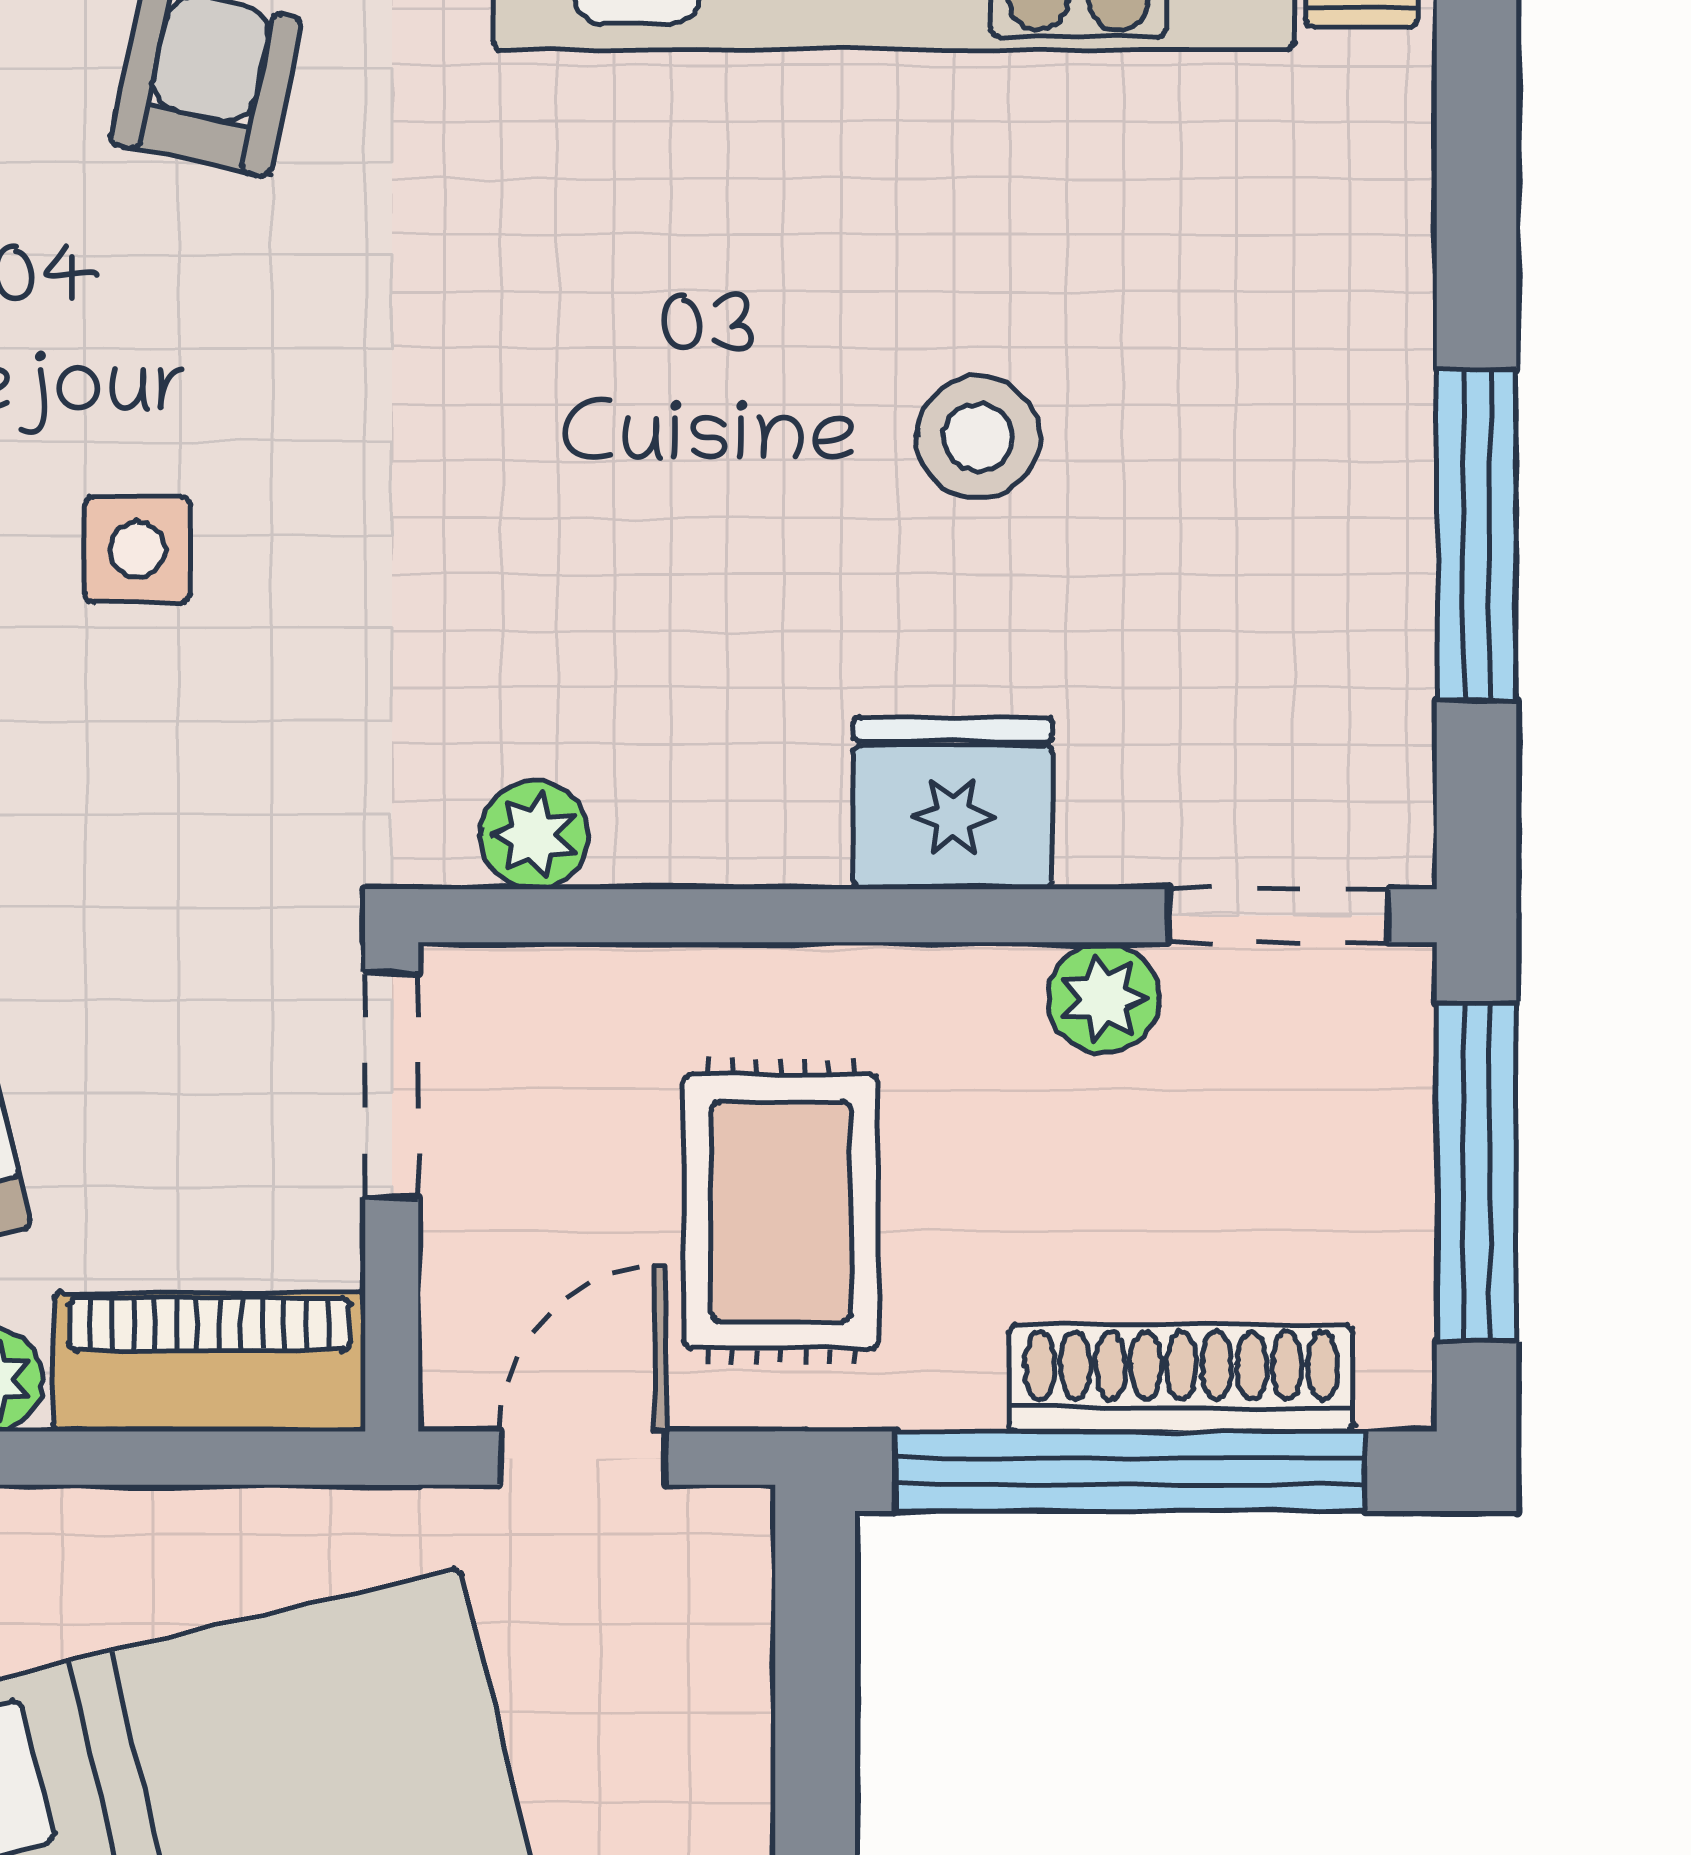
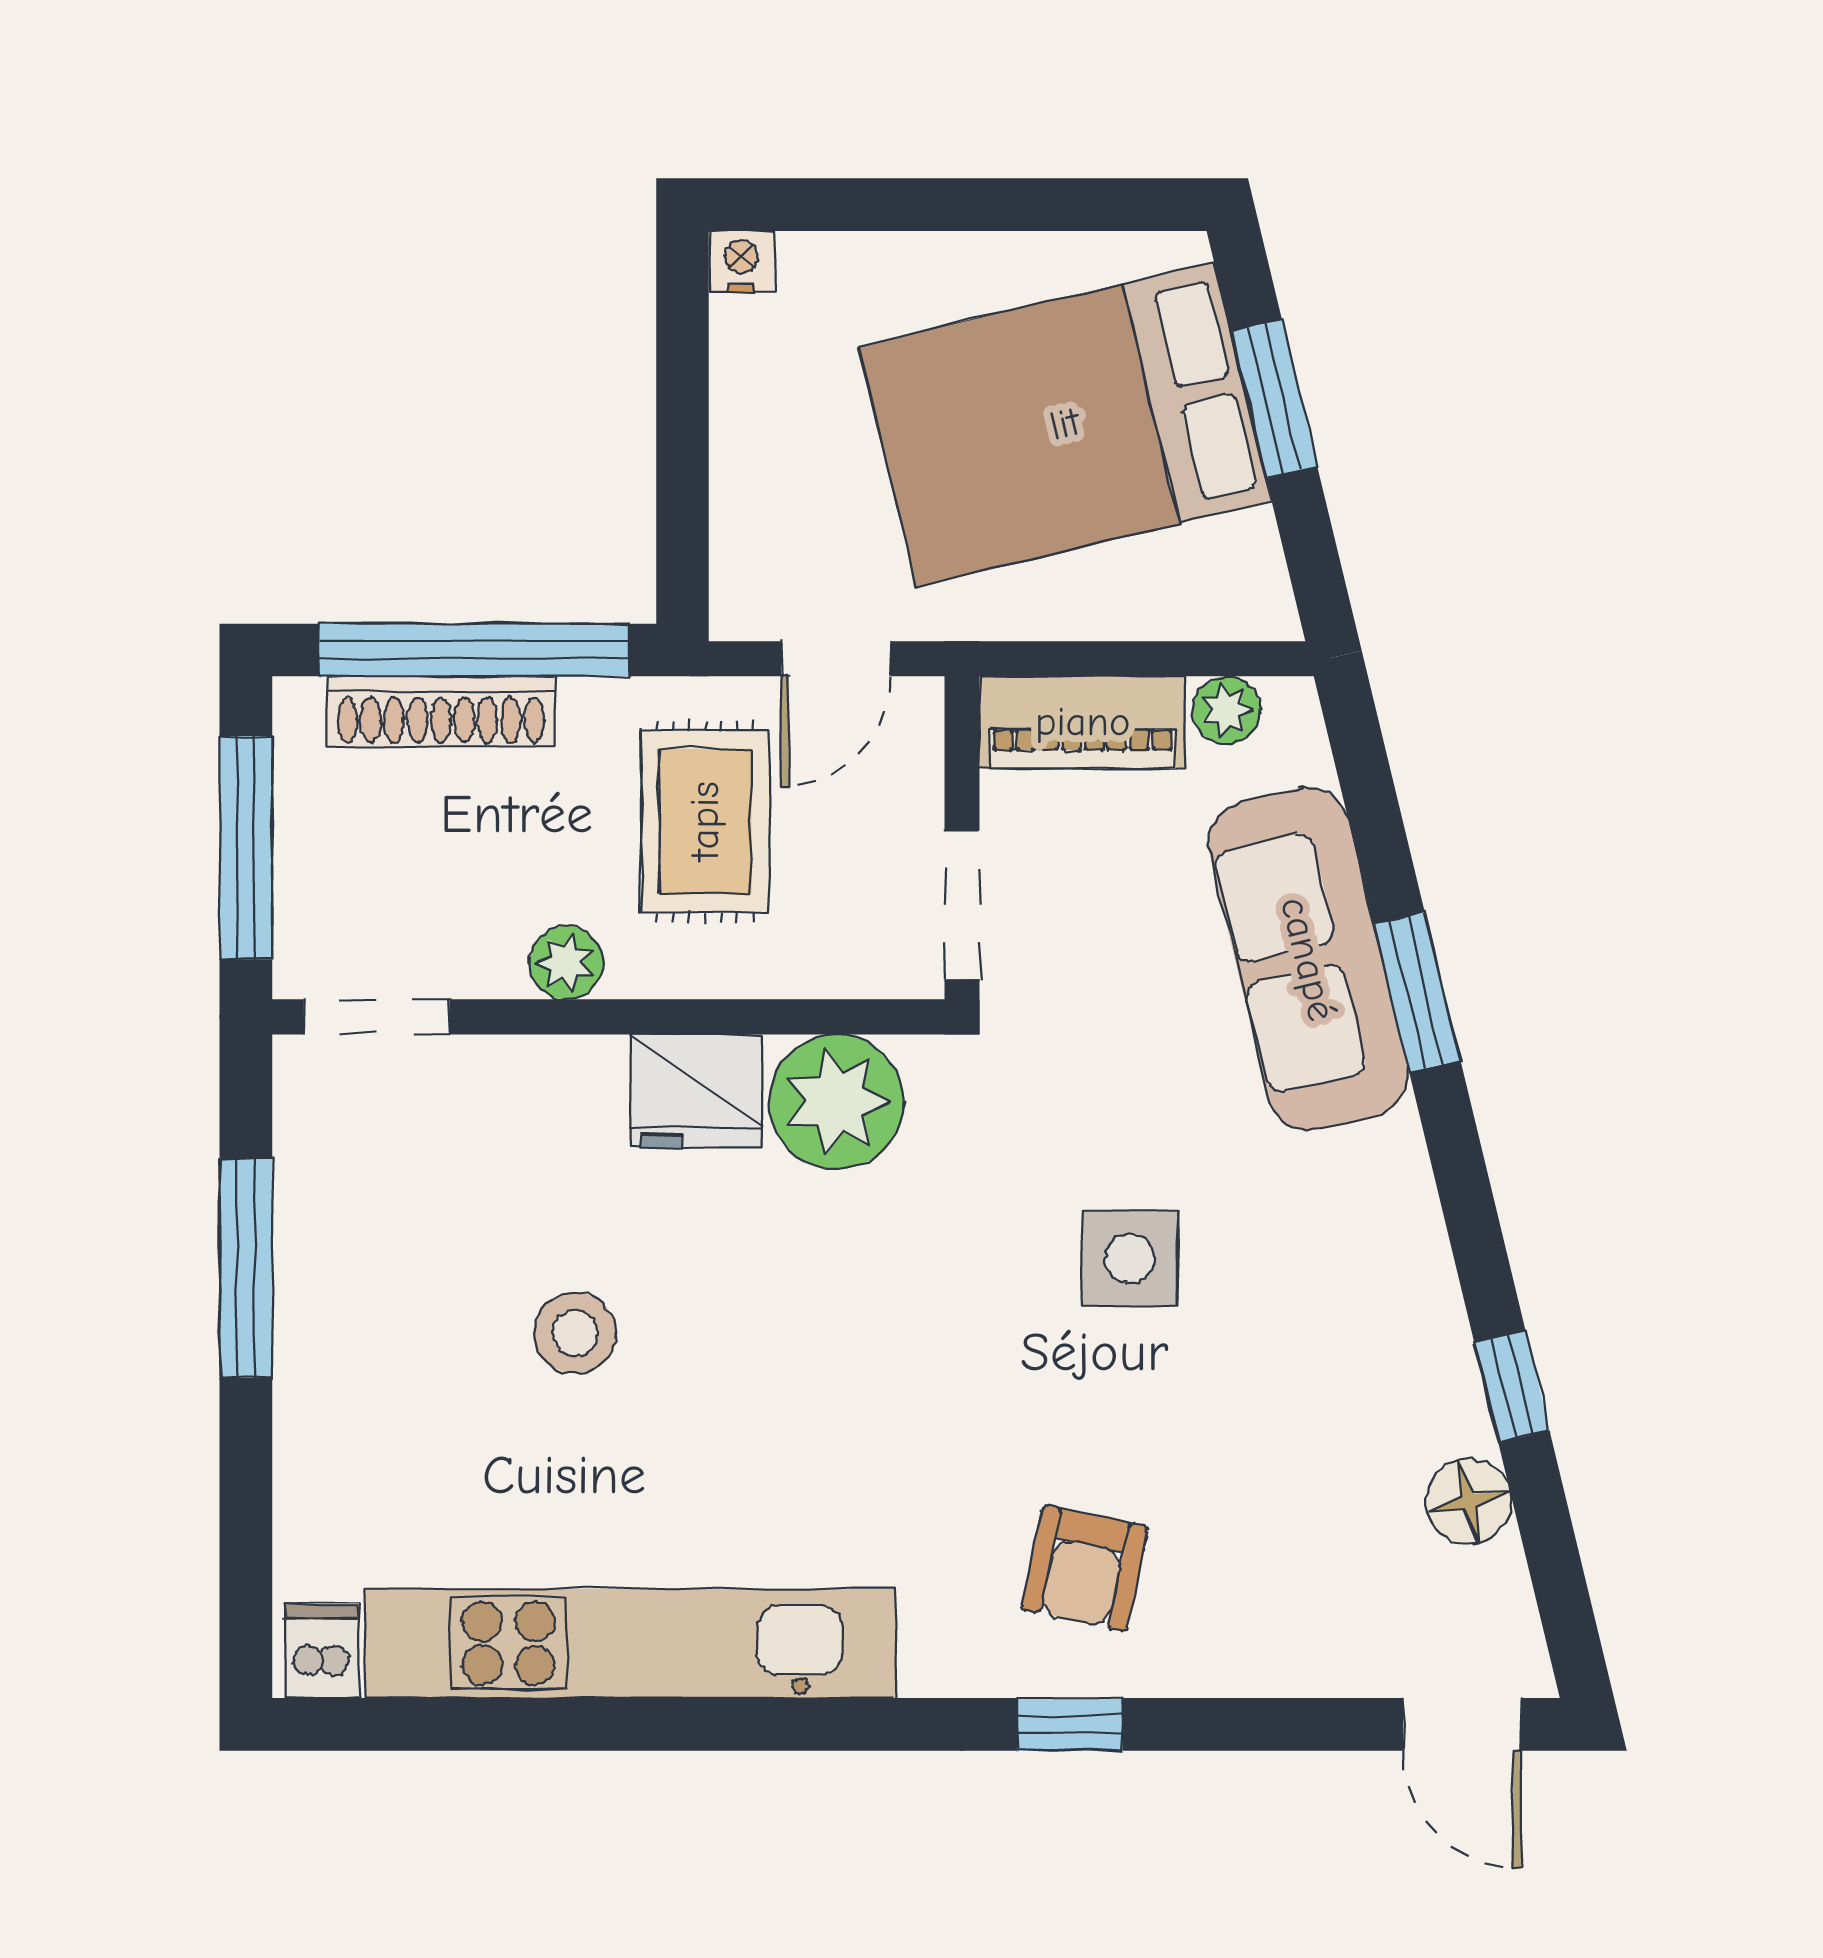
side table: (138, 550) -> (1130, 1259), width x1.37, depth x1.37
fridge: (953, 803) -> (696, 1091), moved
plant: (534, 835) -> (836, 1102), width x1.87, depth x1.87
plant: (1104, 998) -> (566, 963), moved

